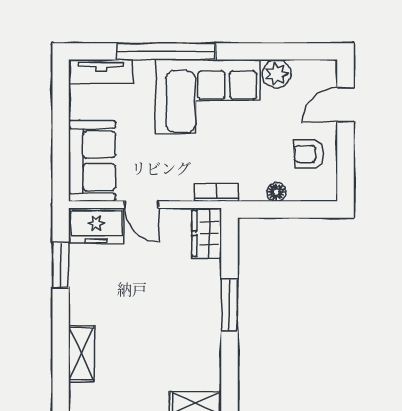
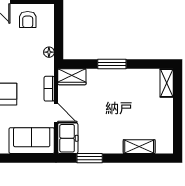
bookcase: (217, 192) -> (49, 89), moved
floor lamp: (276, 192) -> (49, 52), moved
door: (142, 205) -> (56, 113), hinge flipped

